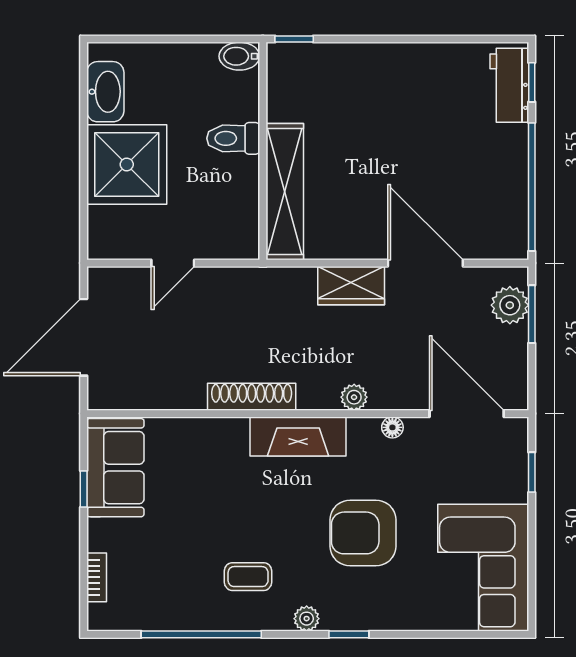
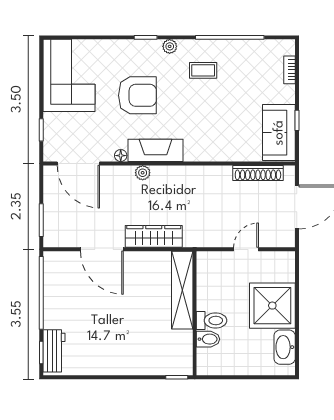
bidet: (239, 56) -> (208, 339), moved
wardrobe: (351, 286) -> (154, 236), width x1.50
plant: (510, 305) -> (54, 225), removed
shoe rack: (252, 397) -> (258, 173), moved
fireplace: (298, 436) -> (156, 150), moved

